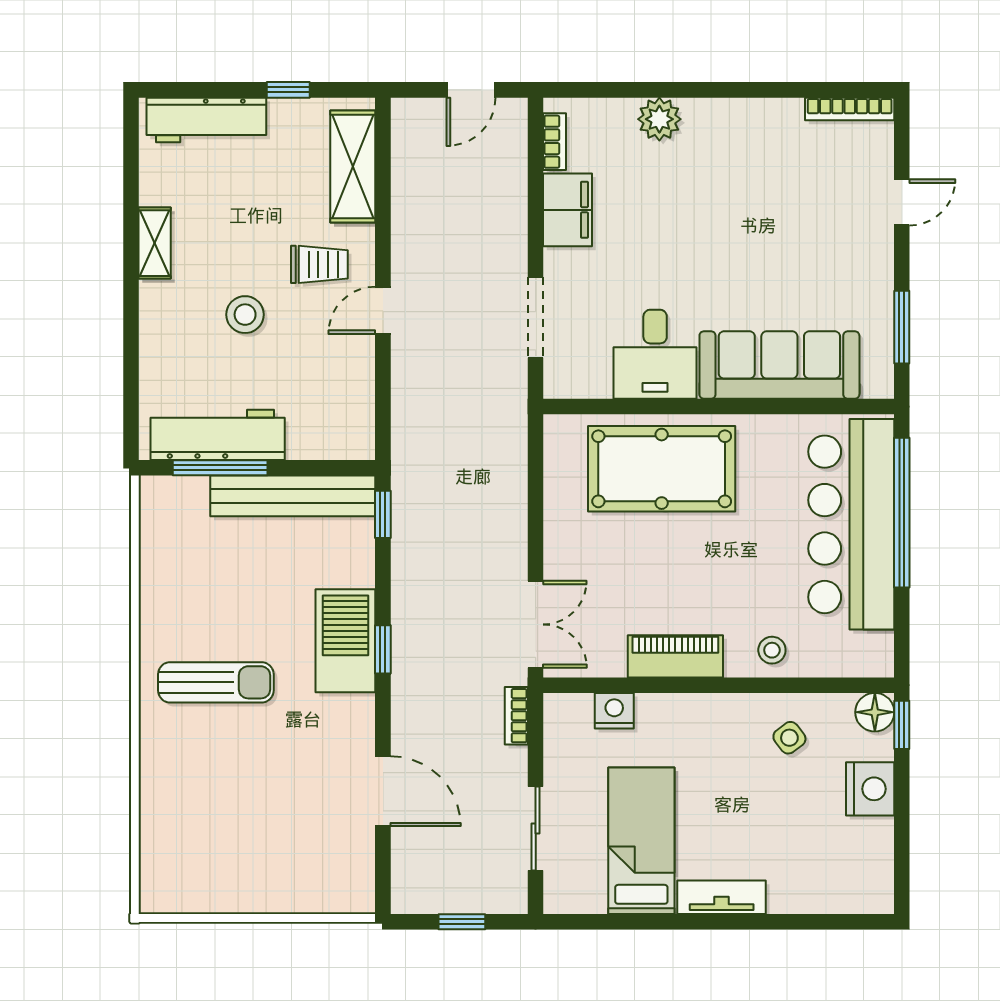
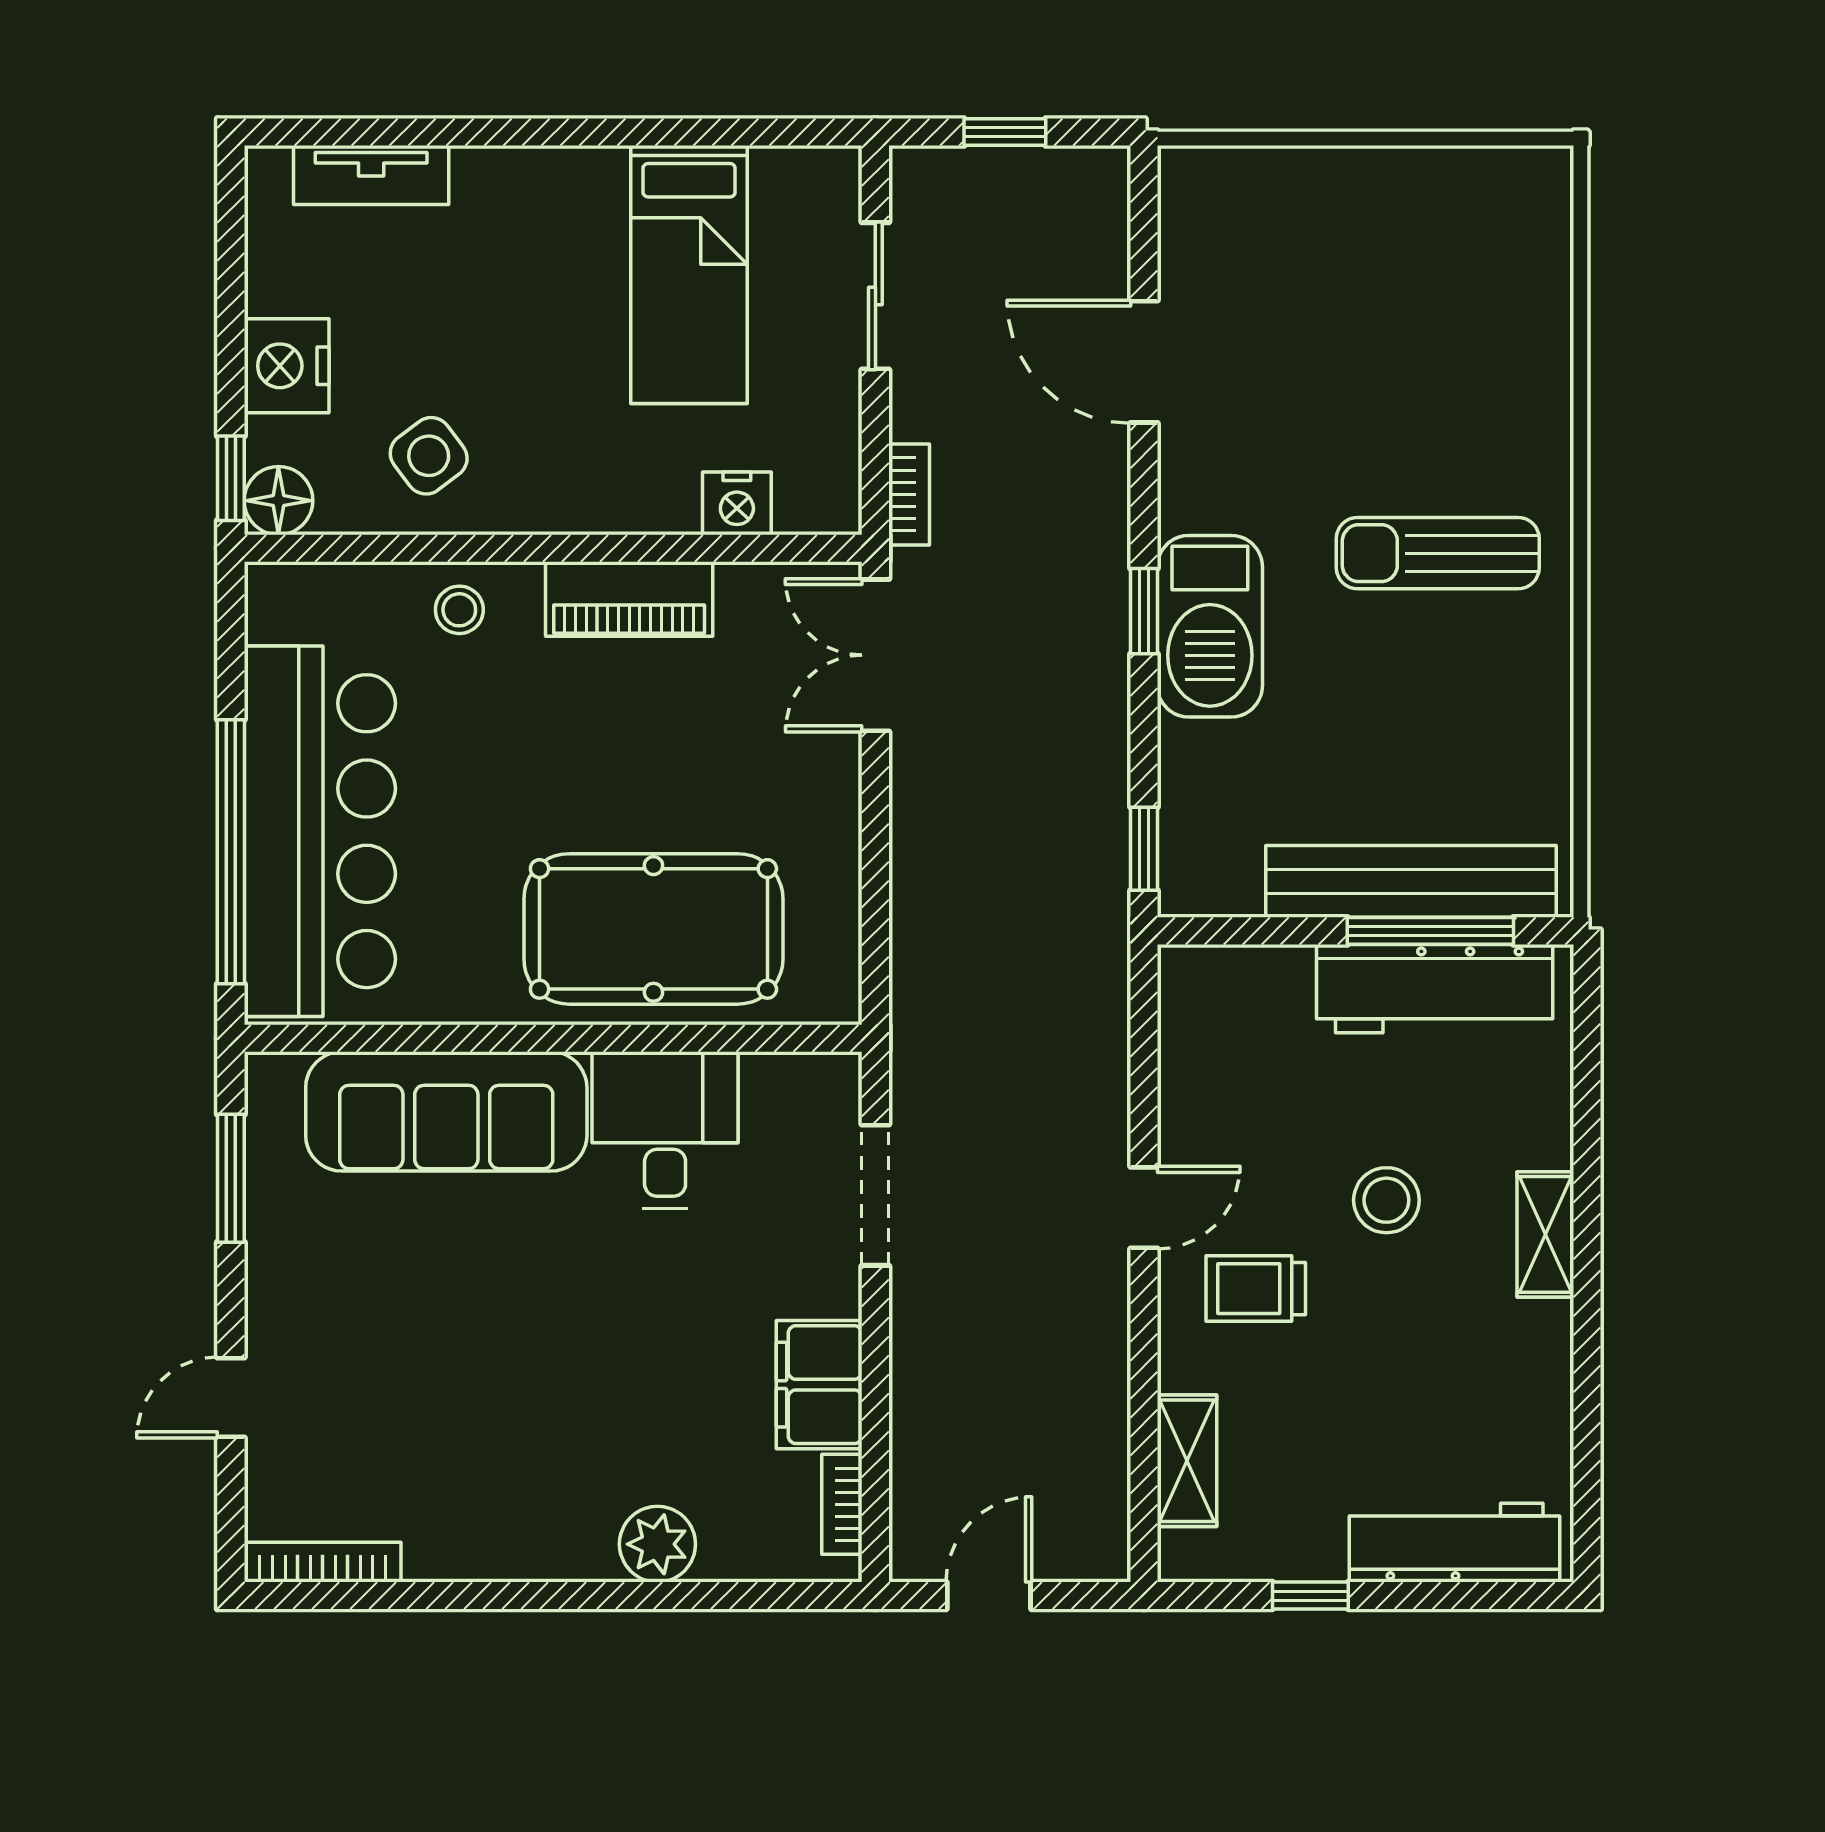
shelving: (353, 167) -> (1187, 1461), width x0.67, depth x0.75
shelving: (155, 243) -> (1545, 1234), moved
bench: (293, 496) -> (1411, 881), moved
side table: (789, 738) -> (429, 456), width x1.37, depth x1.37
tv unit: (722, 897) -> (371, 175), moved

